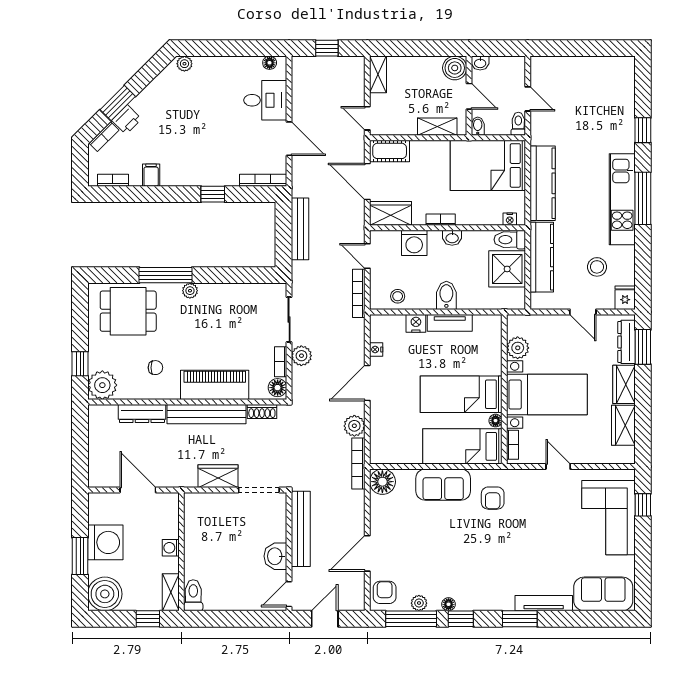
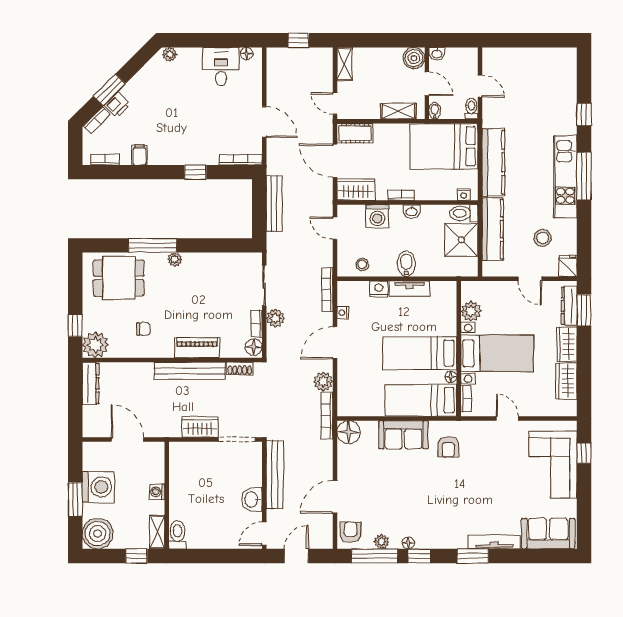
desk: (265, 100) -> (221, 67), moved, turned -90
bookcase: (359, 293) -> (327, 290), moved
piano: (215, 385) -> (197, 348), width x0.73, depth x0.75
dresser: (142, 414) -> (91, 383), moved, turned -90

